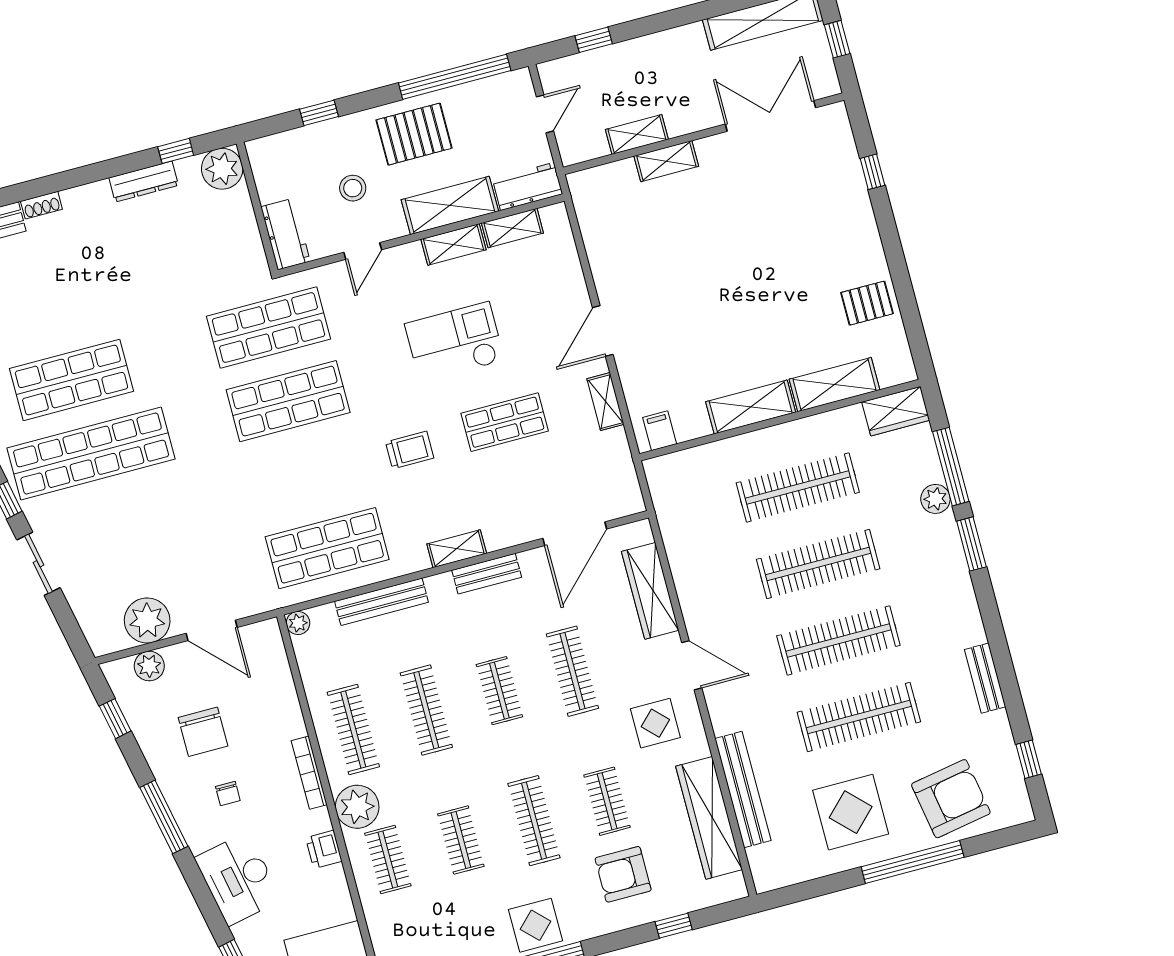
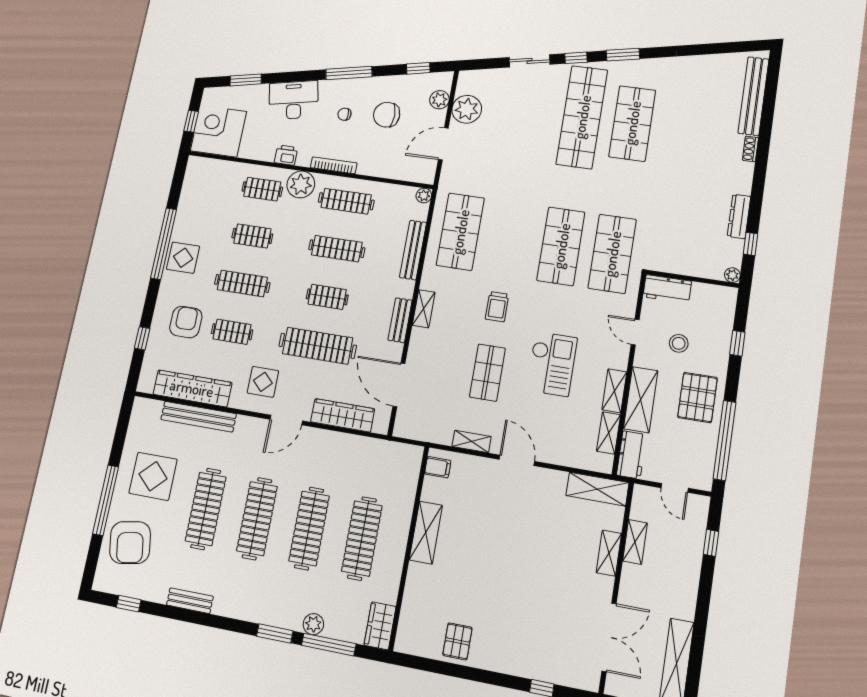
plant: (222, 169) -> (732, 275), width x0.53, depth x0.53
shelving: (834, 385) -> (597, 489), moved, turned 90
clothes rail: (572, 671) -> (318, 346), width x1.37, depth x1.31

